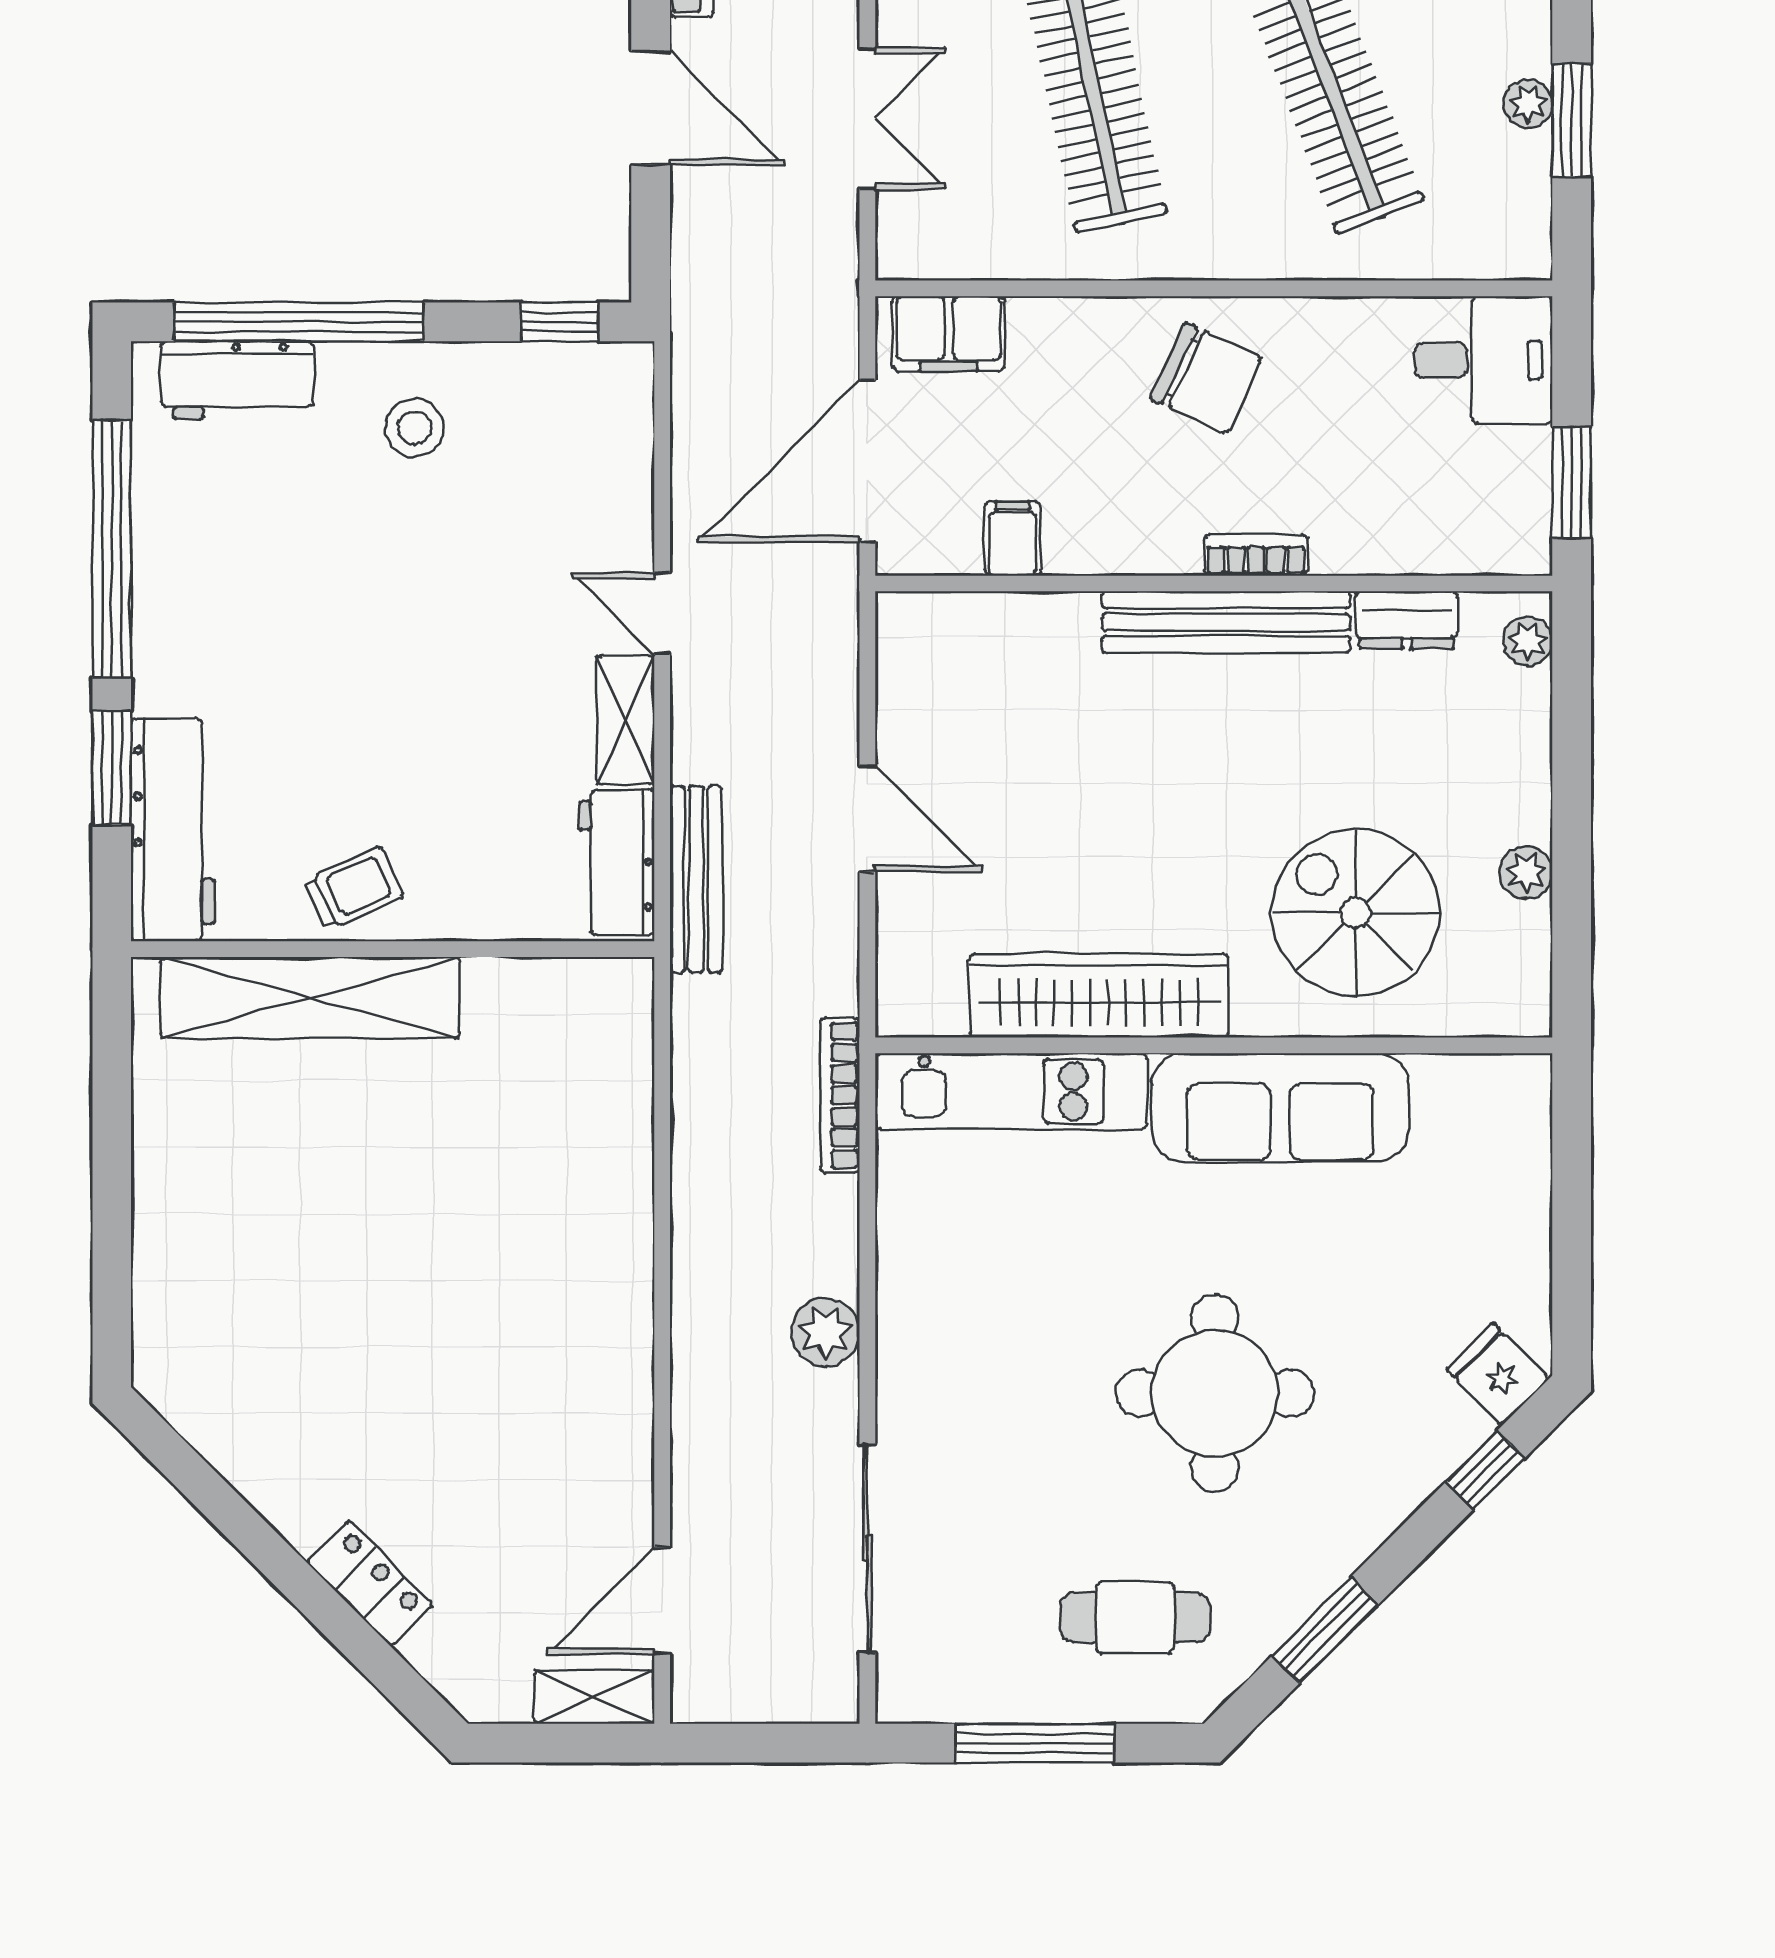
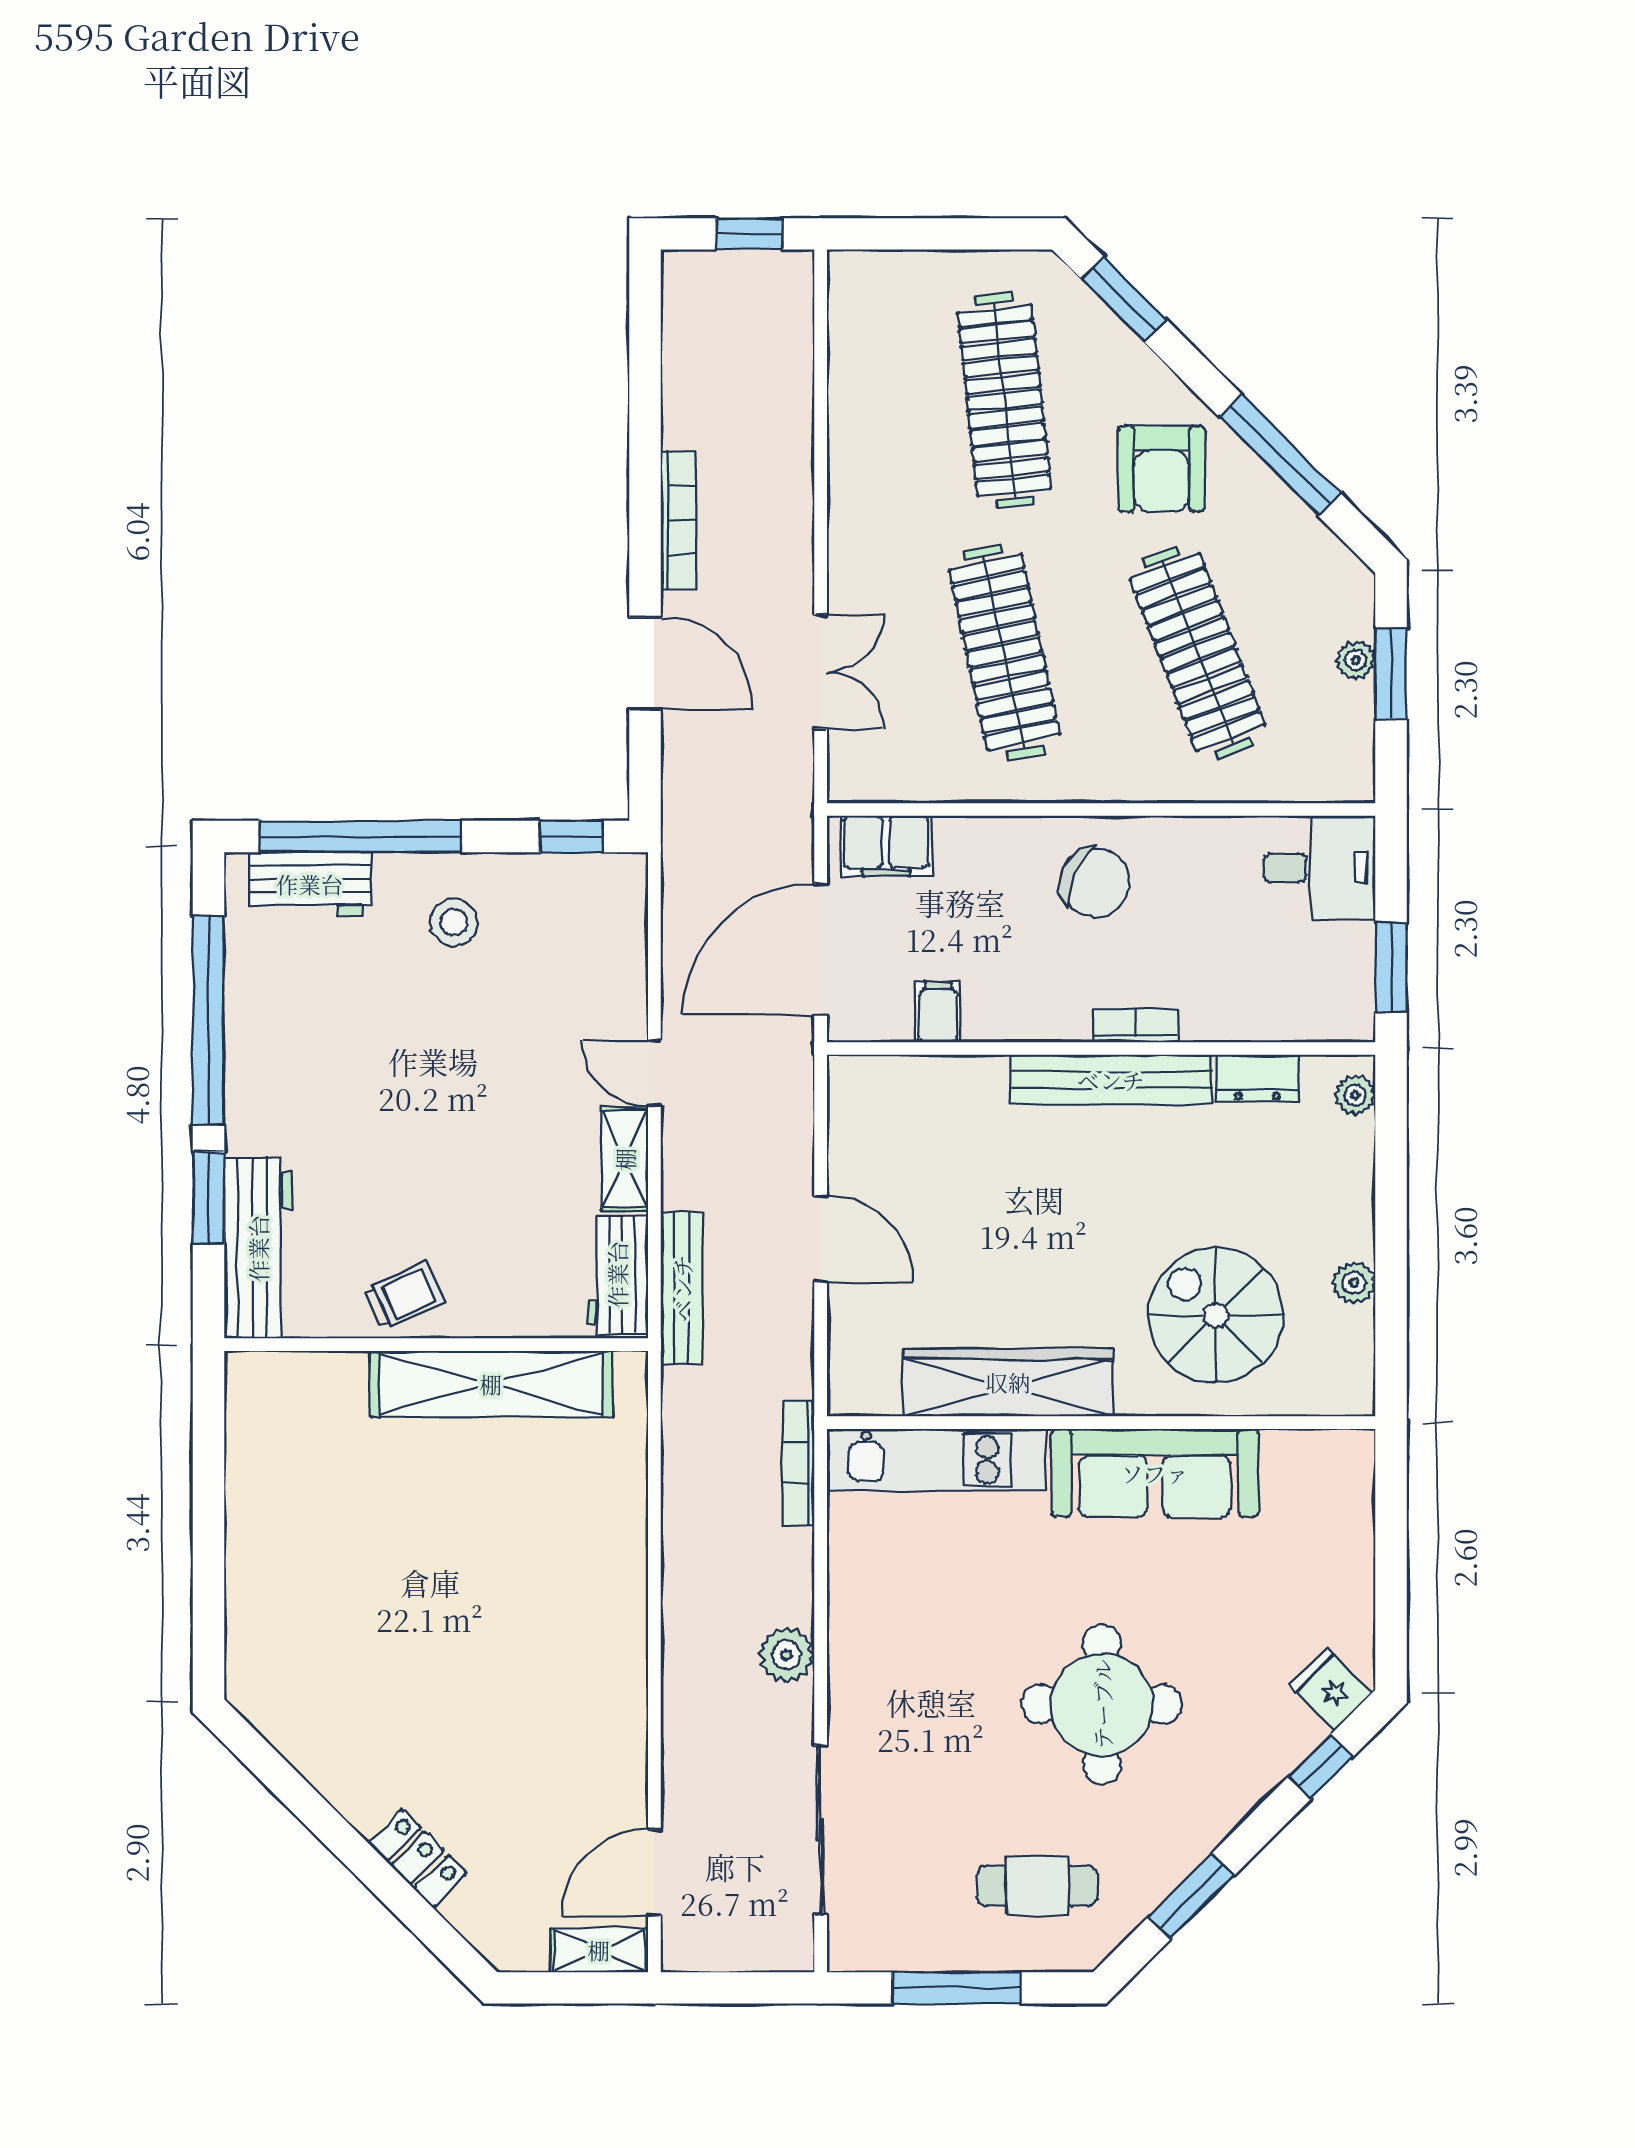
shelving: (310, 998) -> (491, 1384), moved

